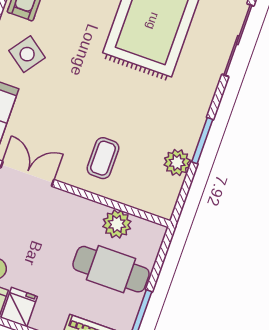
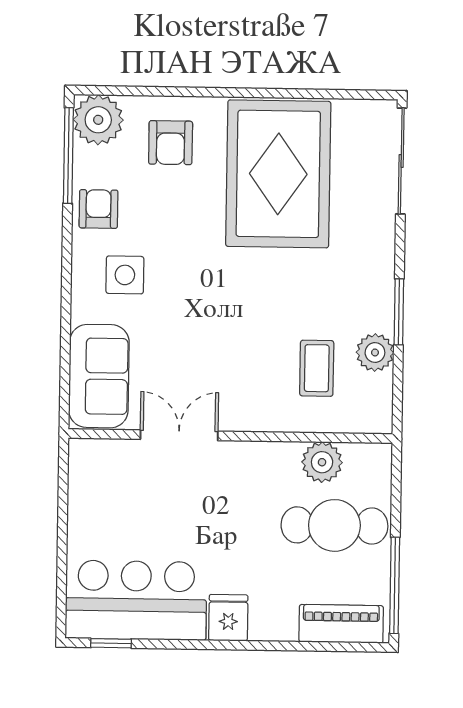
side table: (27, 54) -> (125, 275), turned -36
coffee table: (103, 158) -> (317, 368), moved

